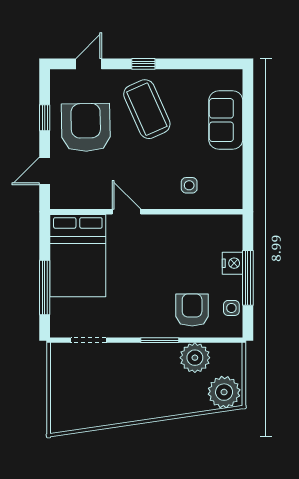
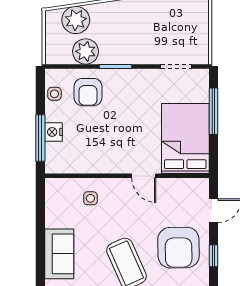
window: (248, 278) -> (40, 138), moved
plant: (224, 392) -> (76, 20), moved

